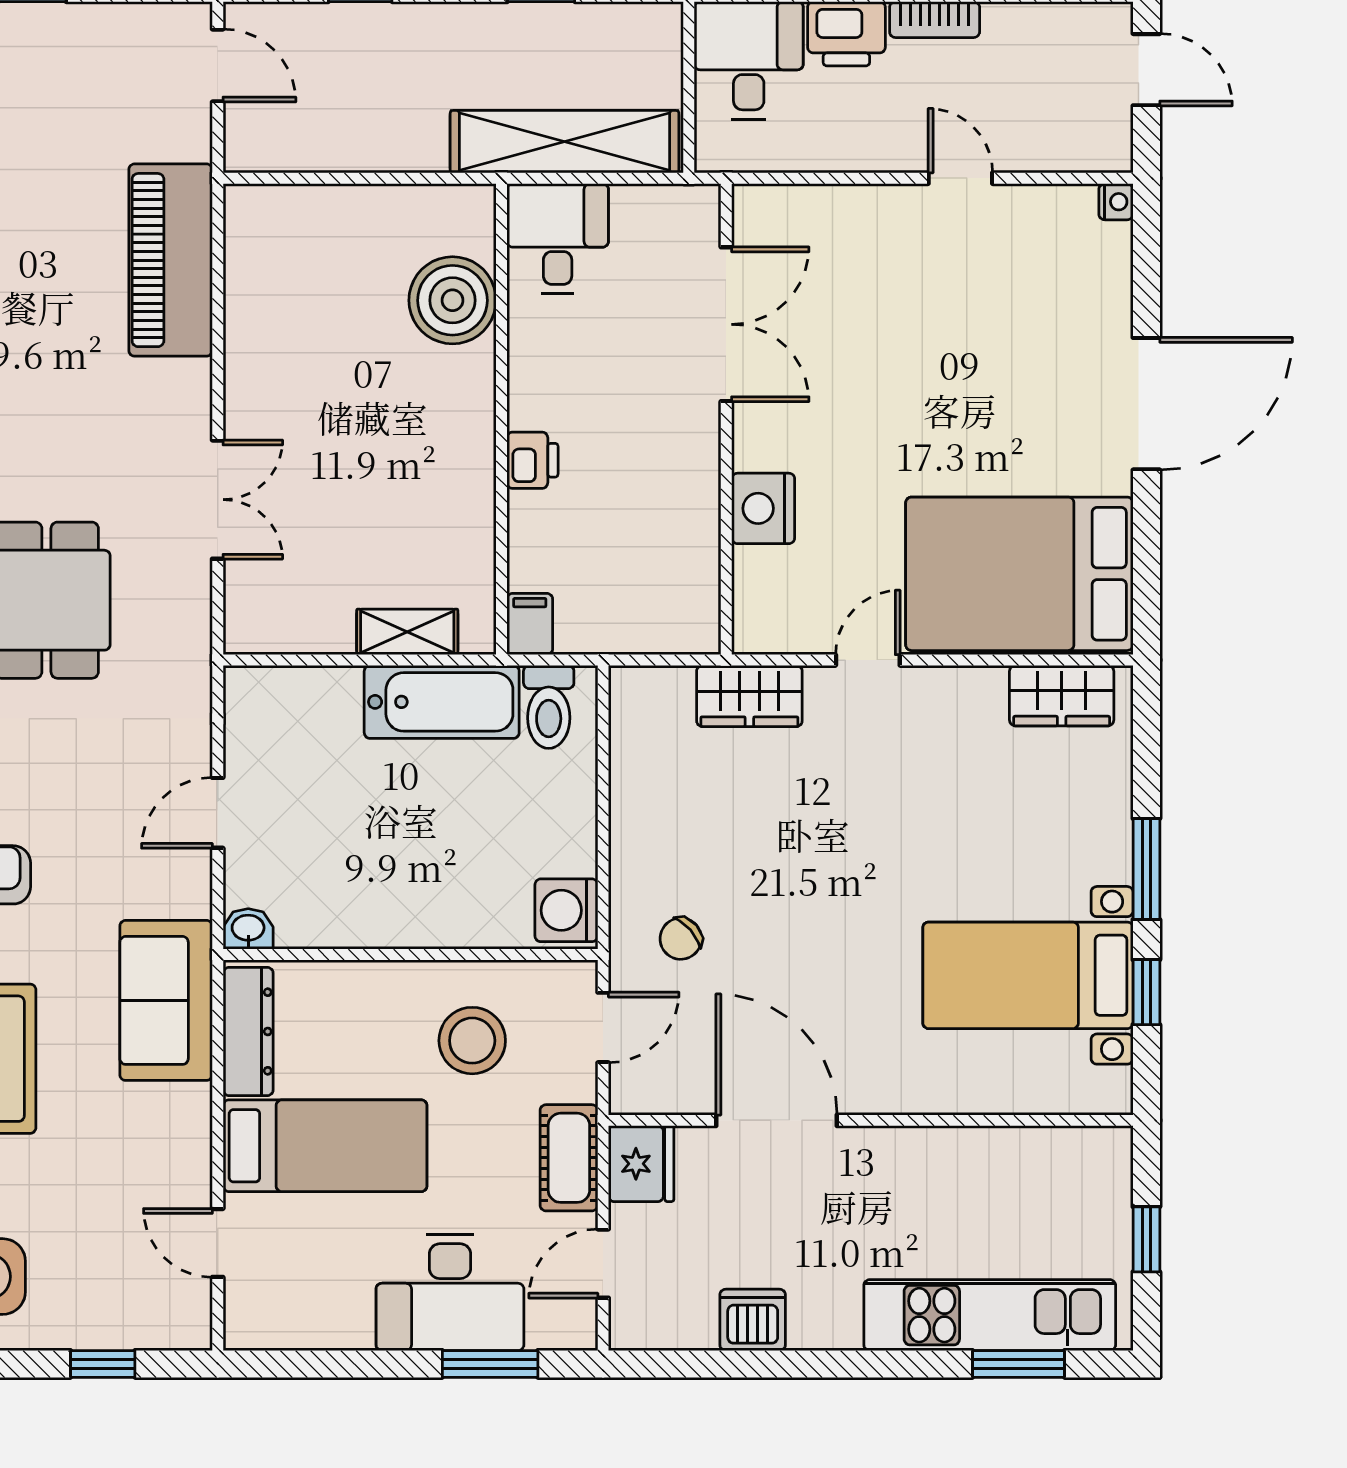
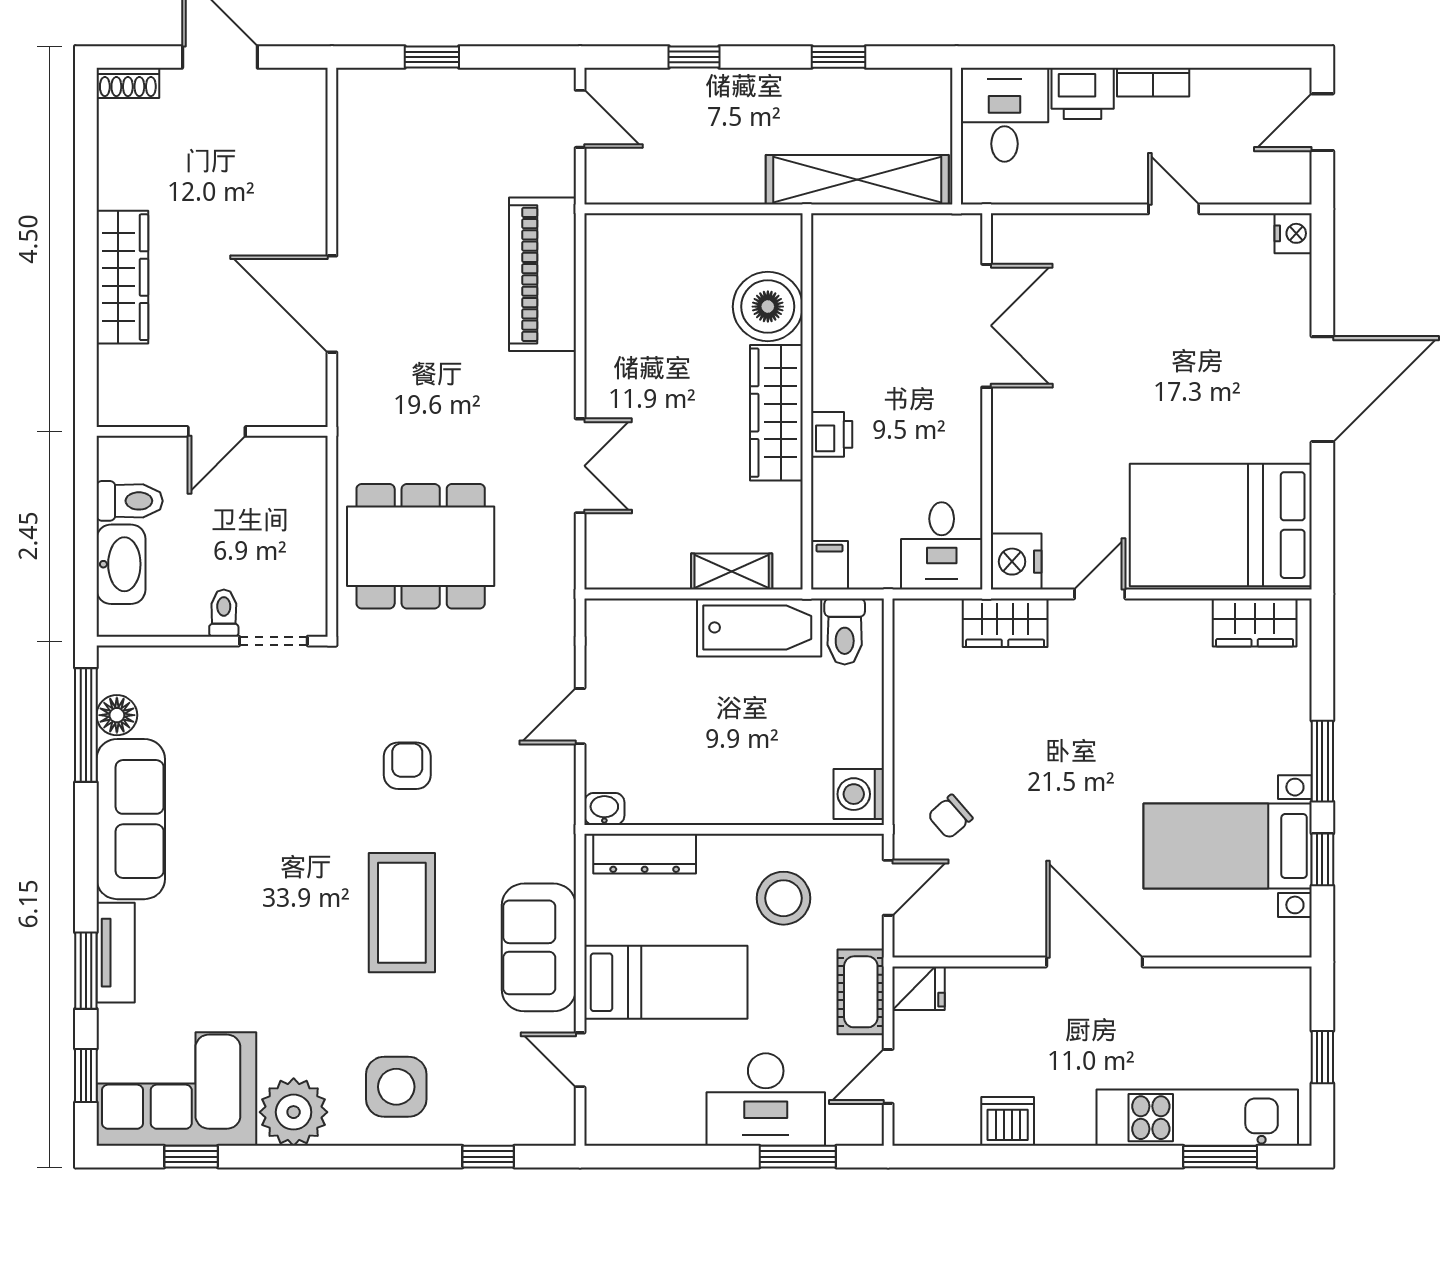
door: (1146, 70) -> (1322, 122), swing flipped
nightstand: (1116, 202) -> (1293, 233), width x1.39, depth x1.35
desk: (558, 238) -> (942, 546), moved, turned 180
wardrobe: (463, 433) -> (776, 413), added
nightstand: (763, 508) -> (1016, 562), moved
sofa: (166, 1000) -> (539, 947), moved
dresser: (248, 1031) -> (645, 854), moved, turned 90
door: (777, 1120) -> (1094, 962), moved
fridge: (641, 1164) -> (919, 988), width x0.72

